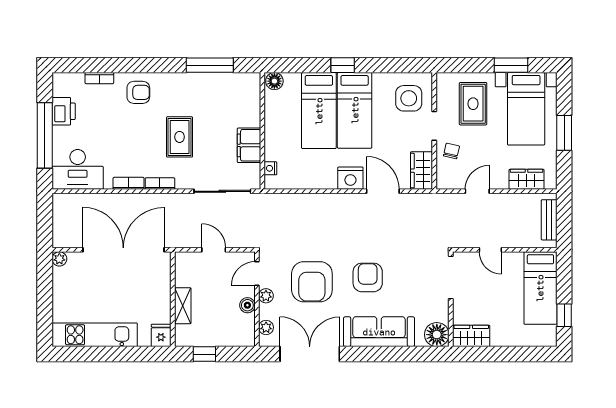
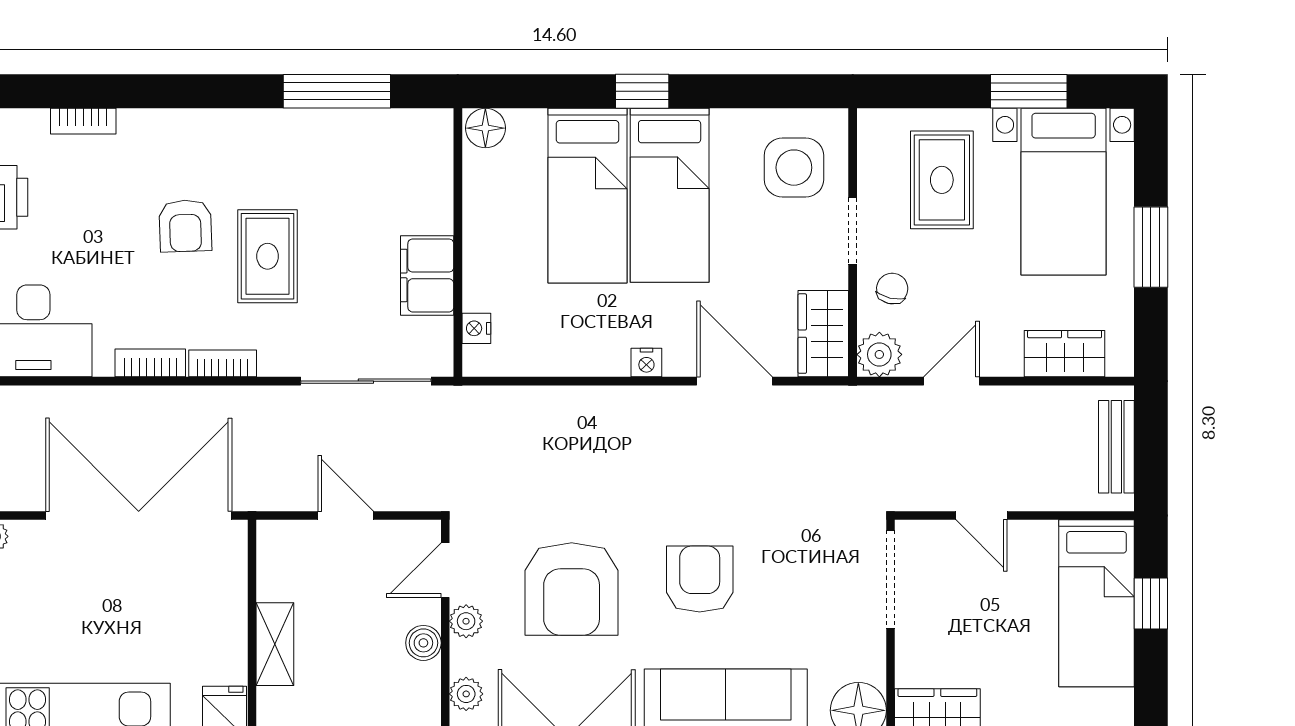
armchair: (138, 92) -> (185, 226), moved, turned 88
nightstand: (350, 178) -> (646, 362), width x0.53, depth x0.56
plant: (446, 180) -> (879, 354), added
window: (564, 315) -> (1151, 603), moved

